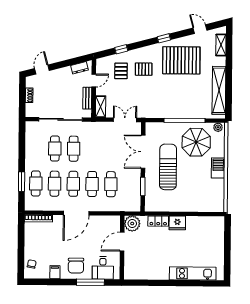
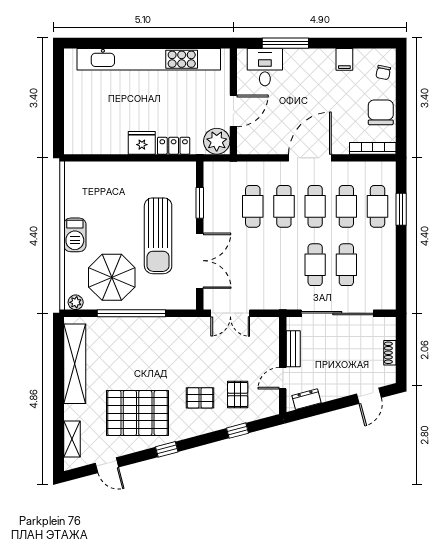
shelving: (101, 107) -> (271, 335), removed
chair: (76, 266) -> (381, 112), moved
kitchen unit: (193, 273) -> (149, 59), width x1.86

